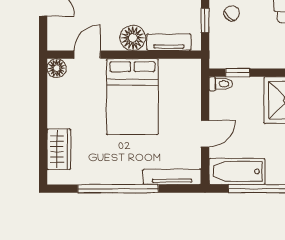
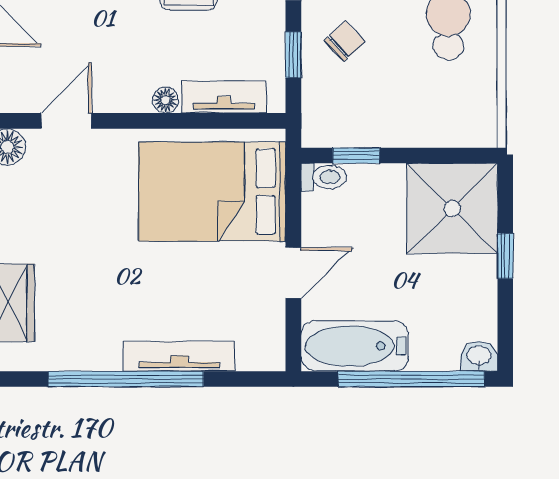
floor lamp: (133, 38) -> (165, 100), width x0.53, depth x0.53
bed: (132, 97) -> (212, 192), moved, turned 90
tv unit: (172, 177) -> (179, 356), moved

